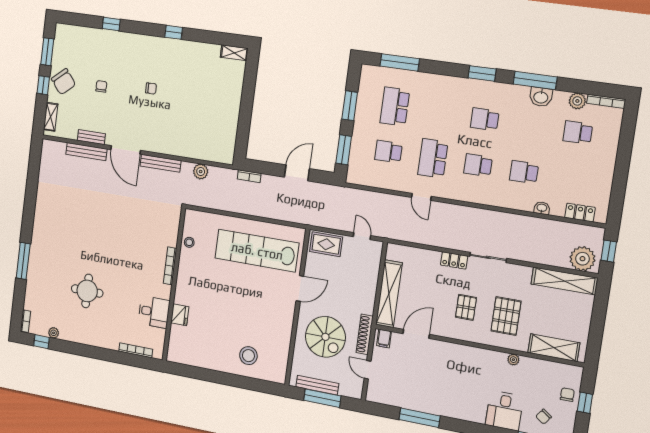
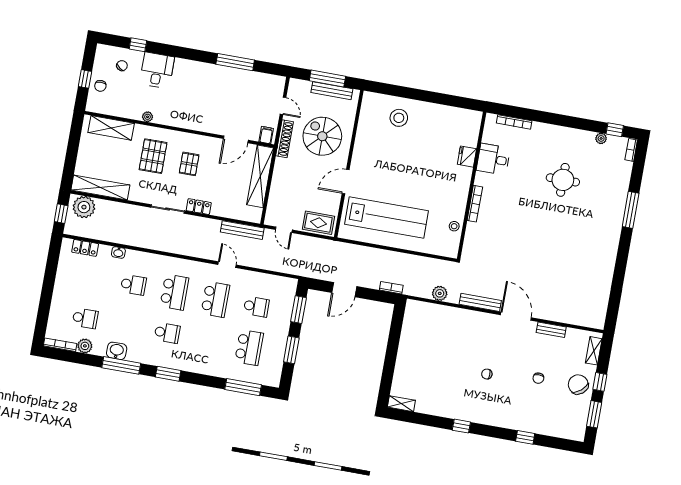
bench: (86, 152) -> (242, 230), moved
school desk: (478, 165) -> (174, 292), width x1.85

